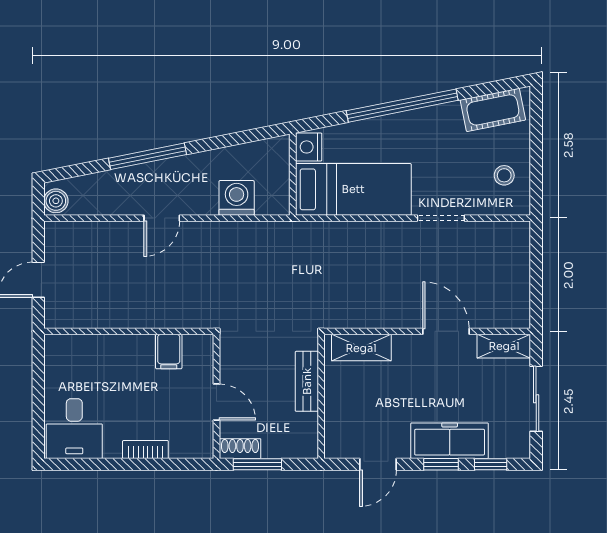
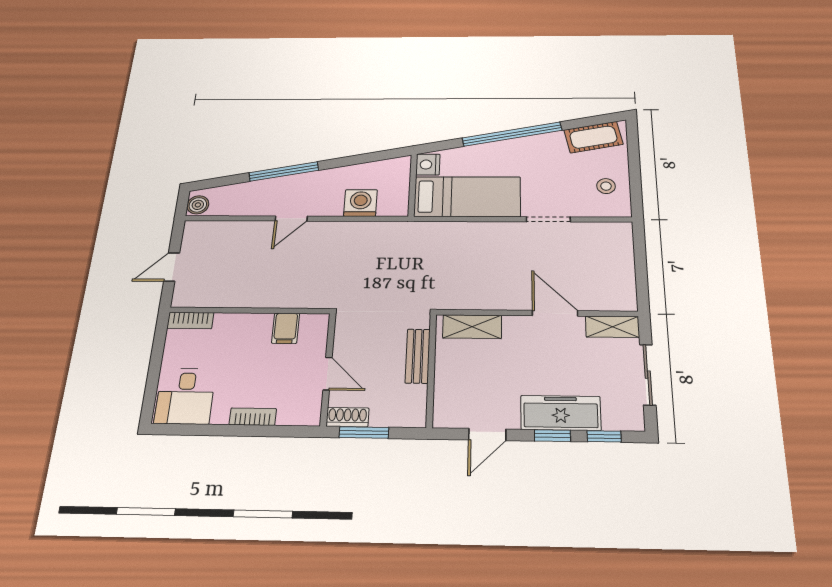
bookcase: (68, 344) -> (190, 321), added

